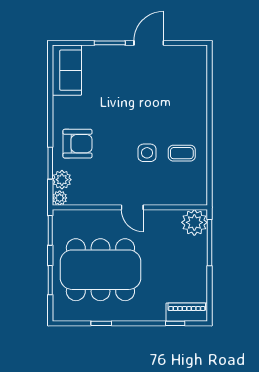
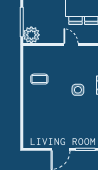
side table: (147, 153) -> (78, 90), moved

